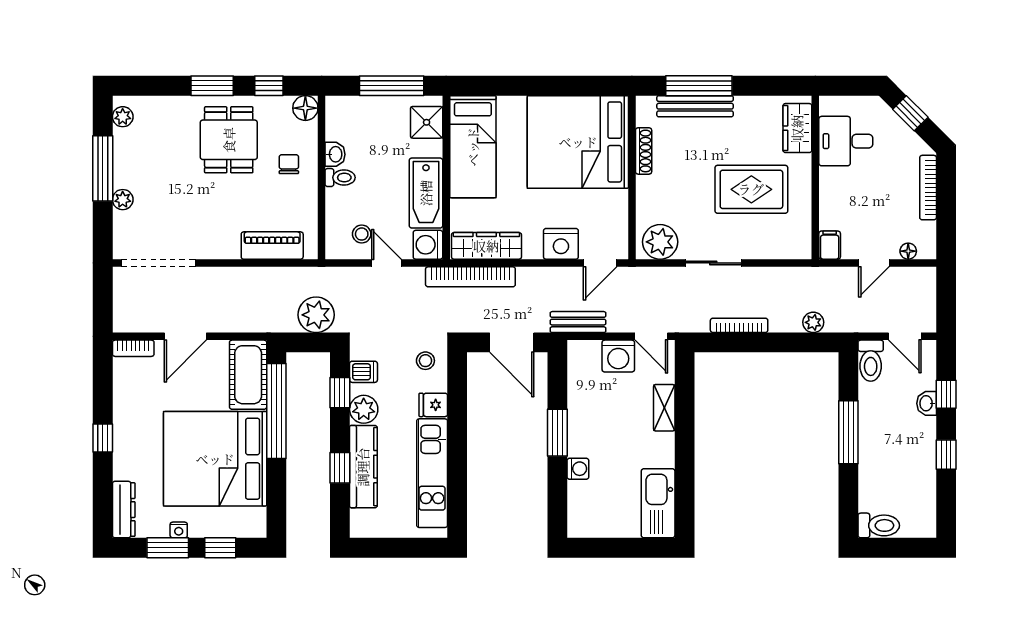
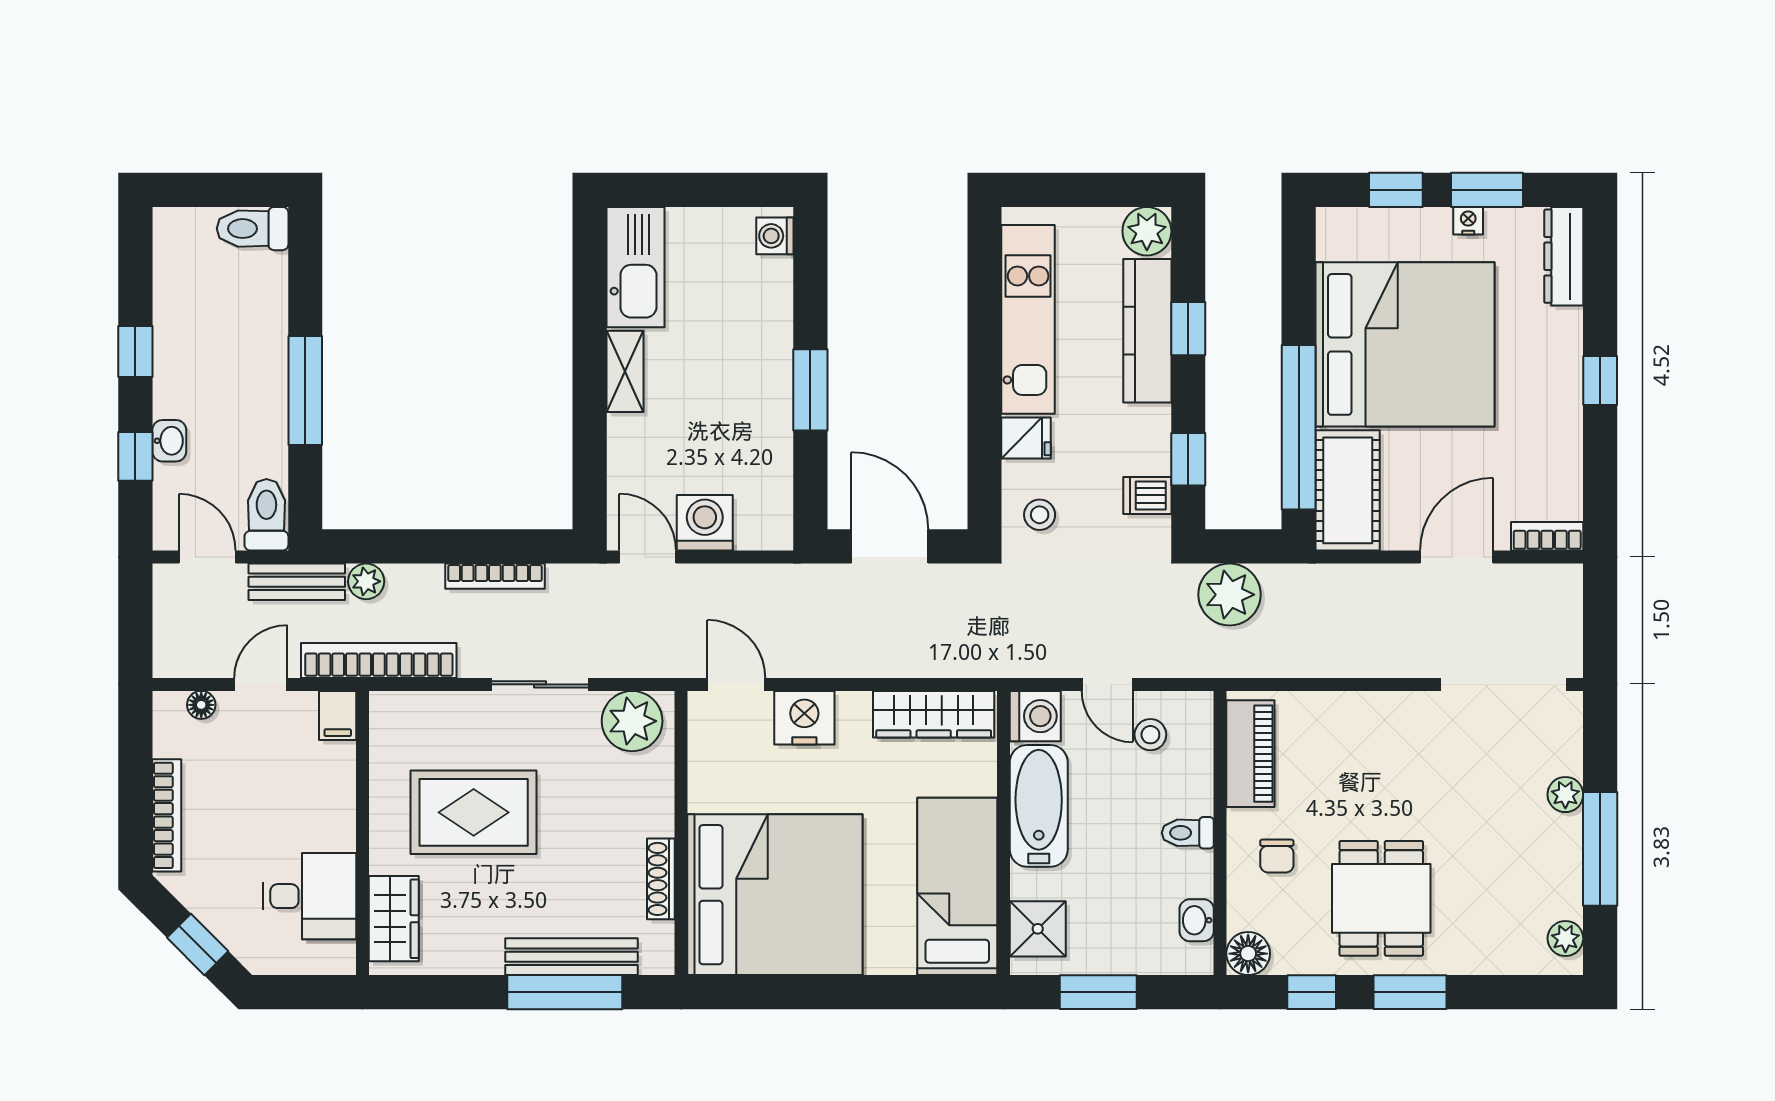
window: (392, 86) -> (1098, 992), width x0.69
washbasin: (335, 154) -> (1197, 920), moved
piano: (272, 246) -> (1250, 754), moved, turned -90
door: (600, 263) -> (736, 684), hinge flipped
bookcase: (470, 277) -> (379, 660), moved
bench: (578, 322) -> (297, 582), moved
shelving: (664, 408) -> (625, 371), moved
plant: (364, 409) -> (1147, 231), moved
washing machine: (578, 469) -> (775, 236), moved

